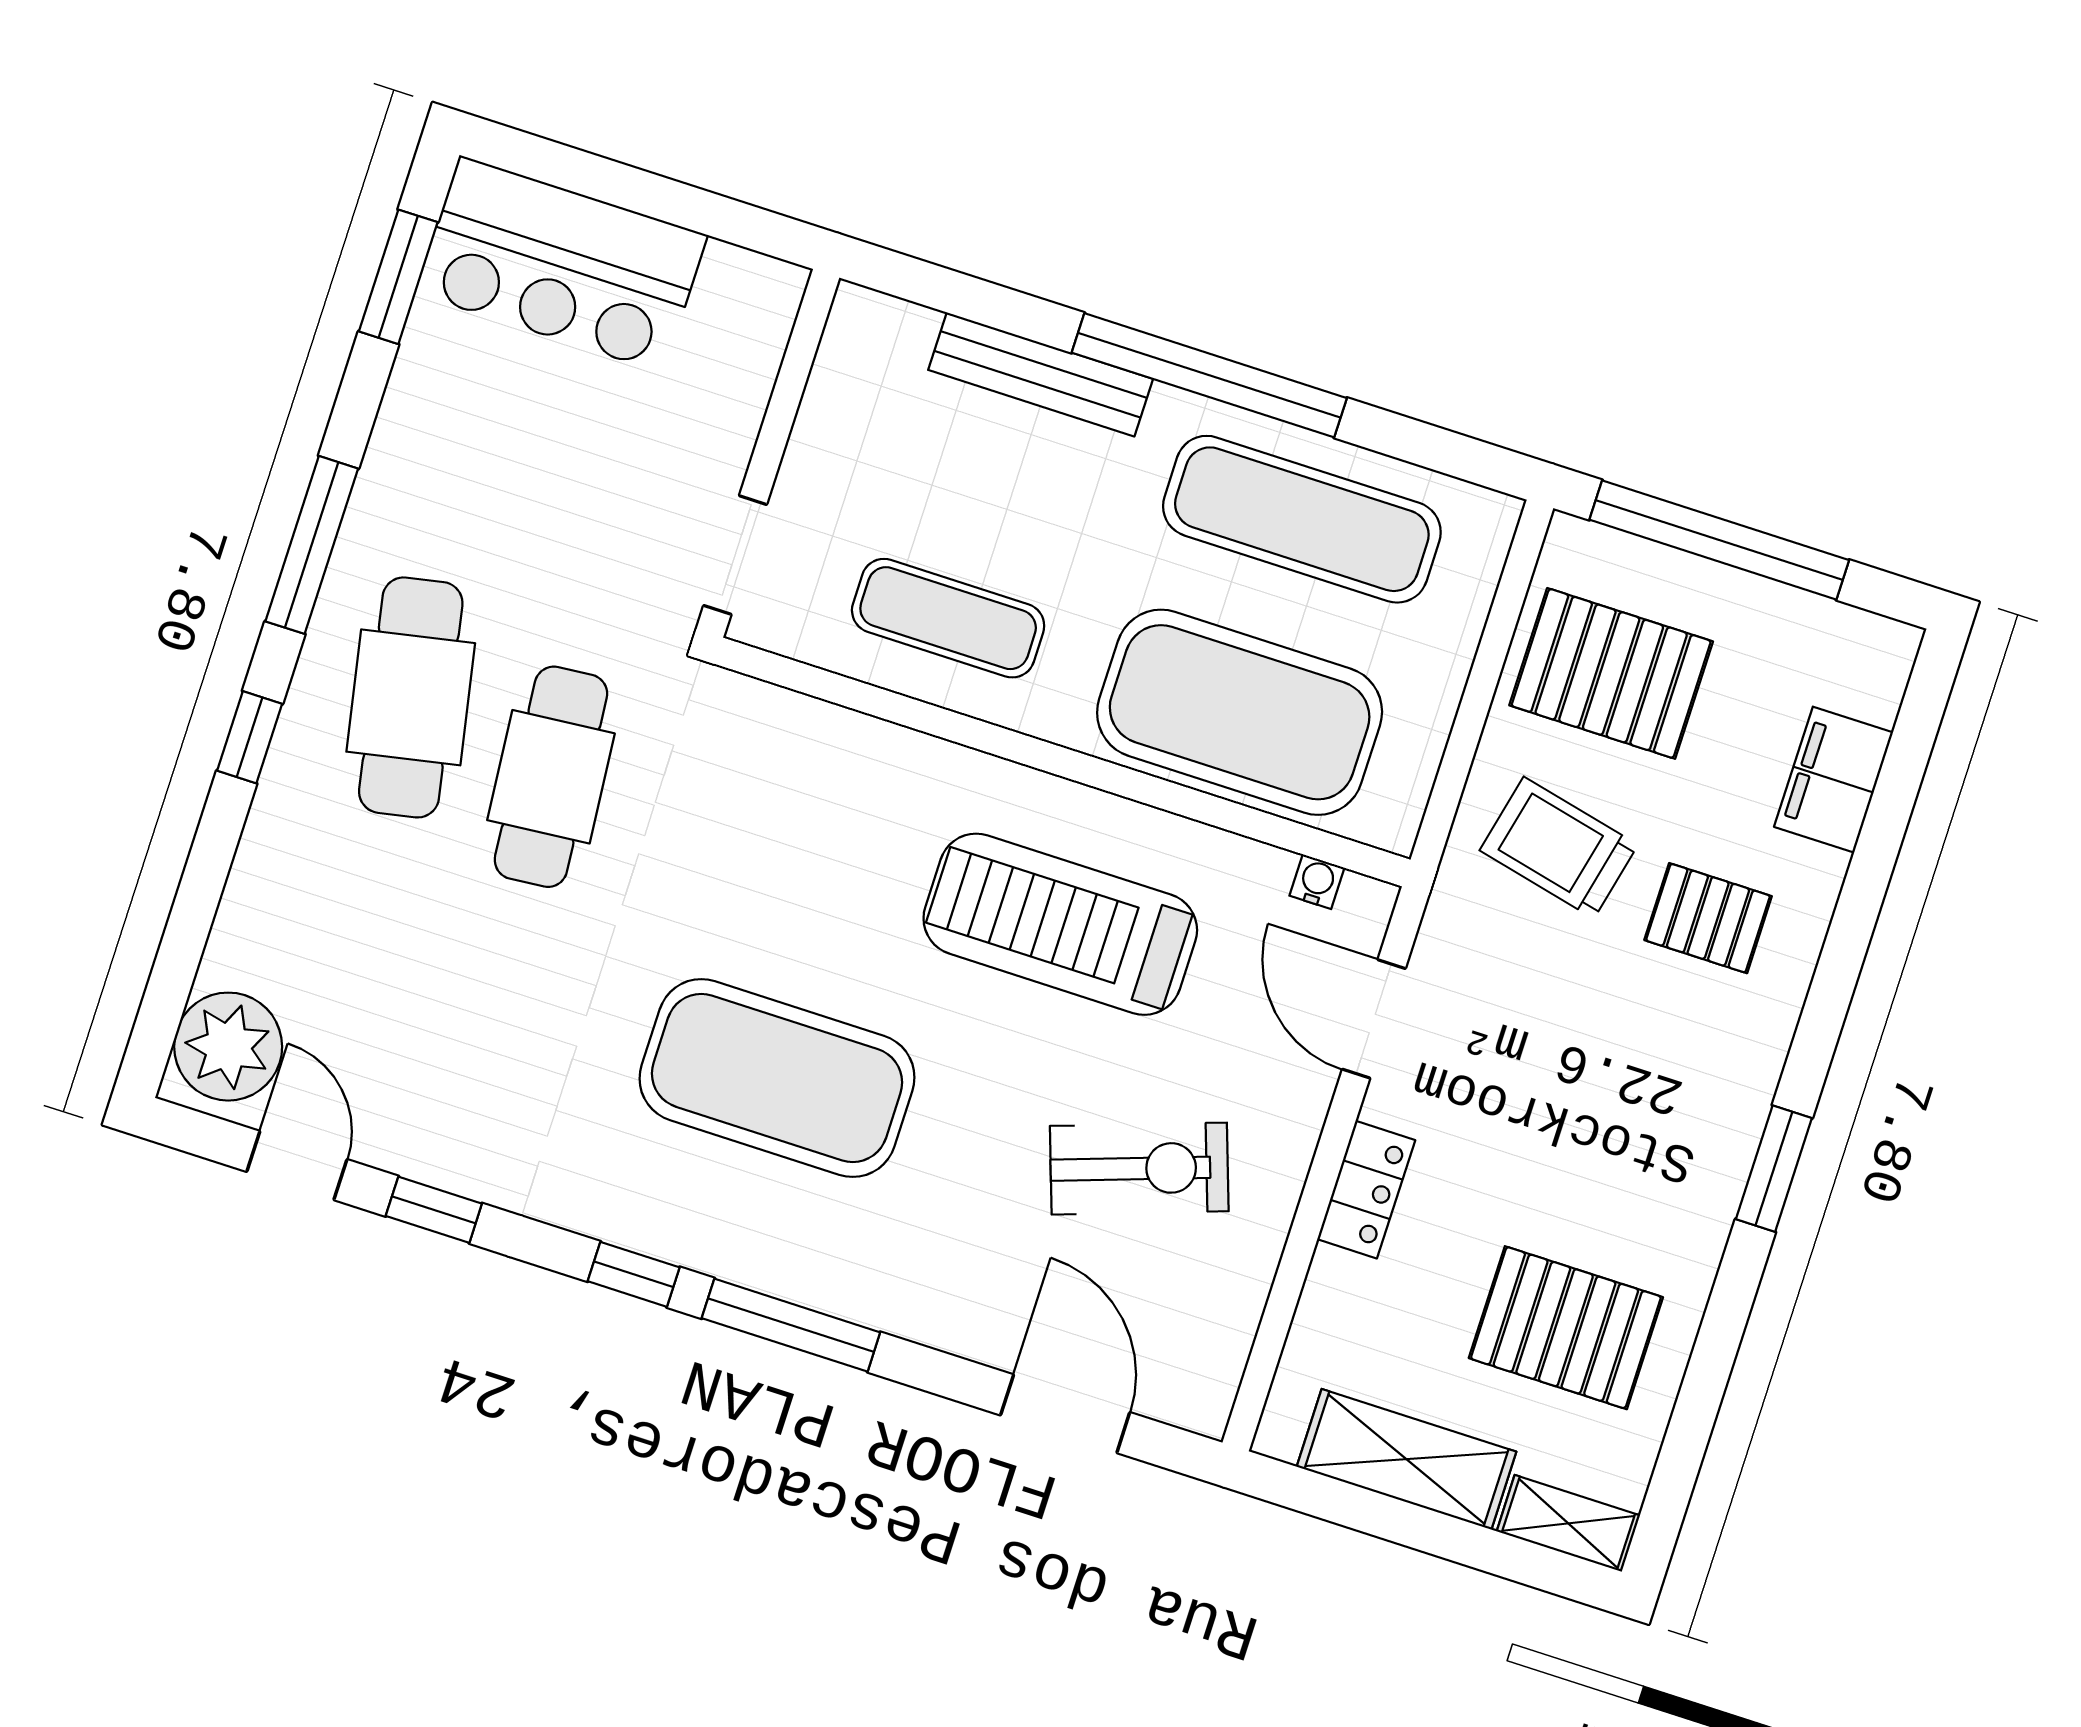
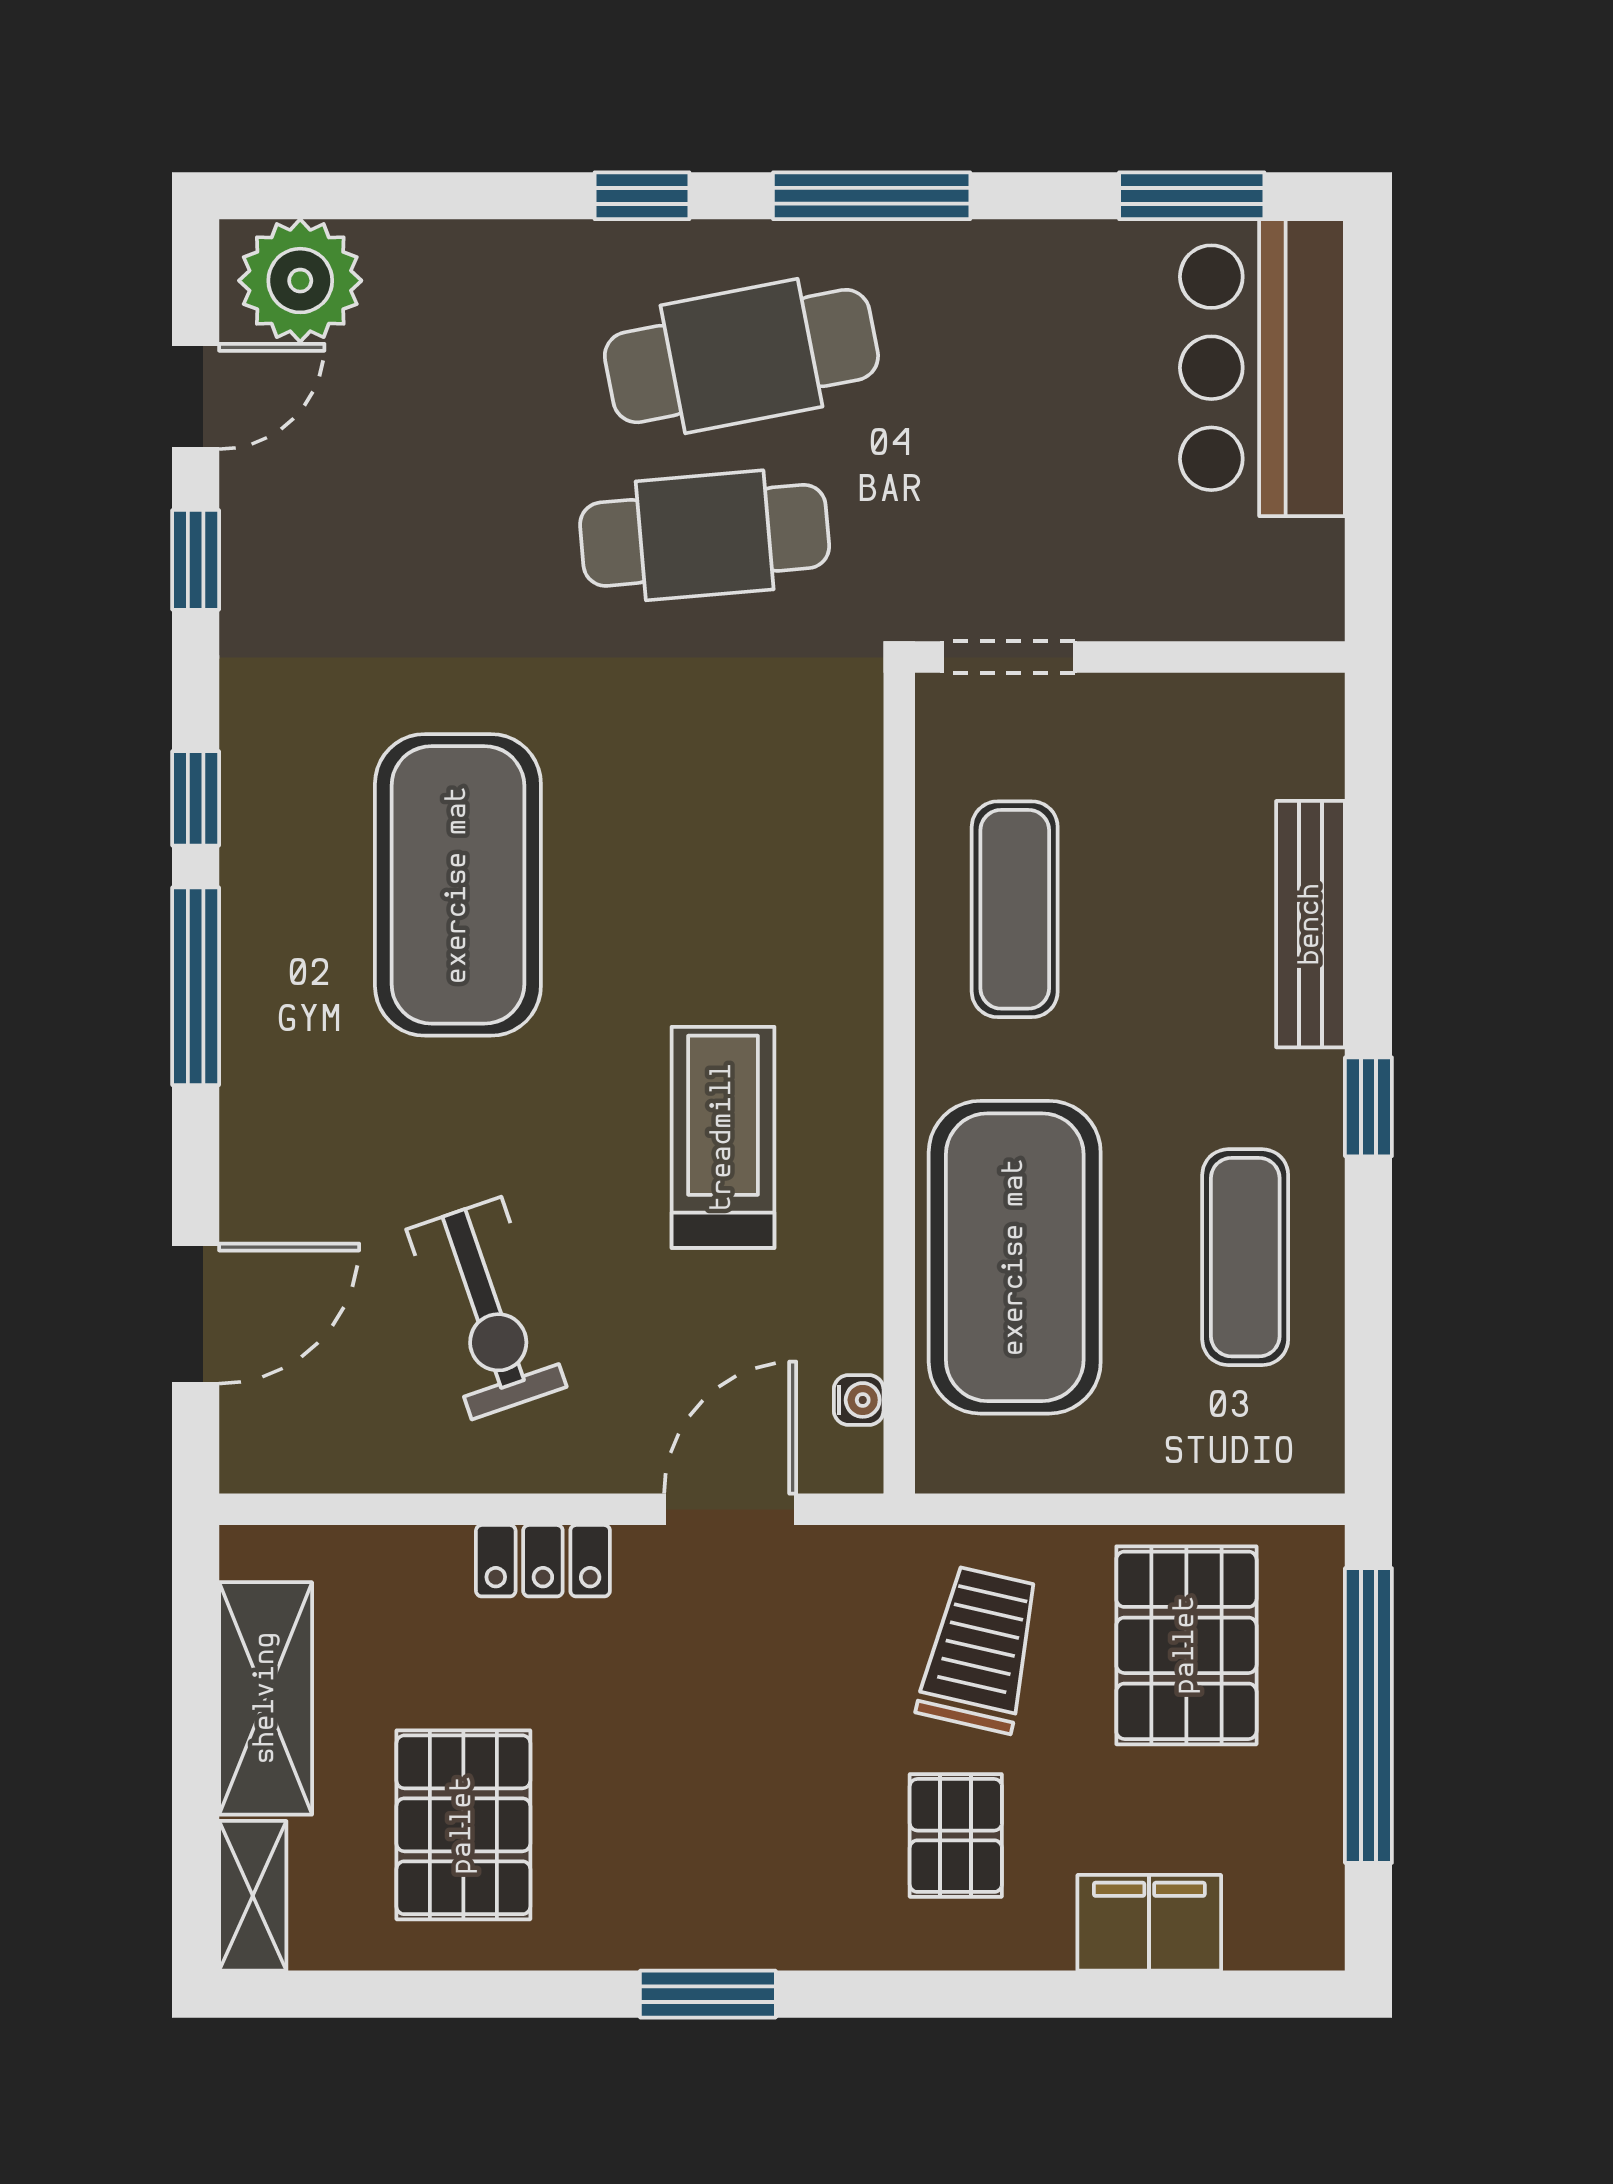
window: (1209, 375) -> (1368, 1107), width x0.32
exercise mat: (1302, 519) -> (1245, 1257), width x0.73, depth x0.69
treadmill: (1060, 924) -> (723, 1137), width x0.73, depth x0.73

